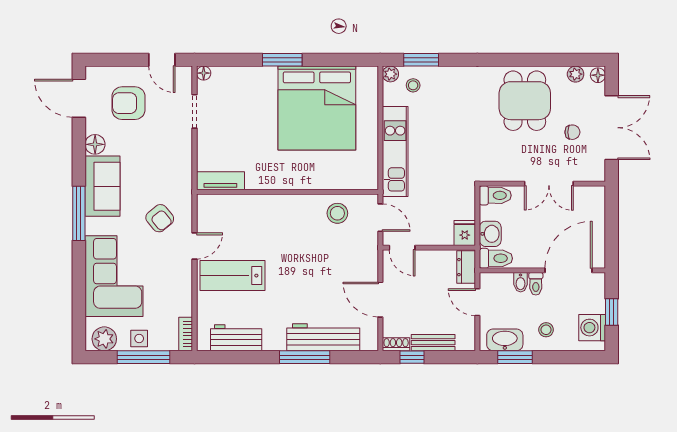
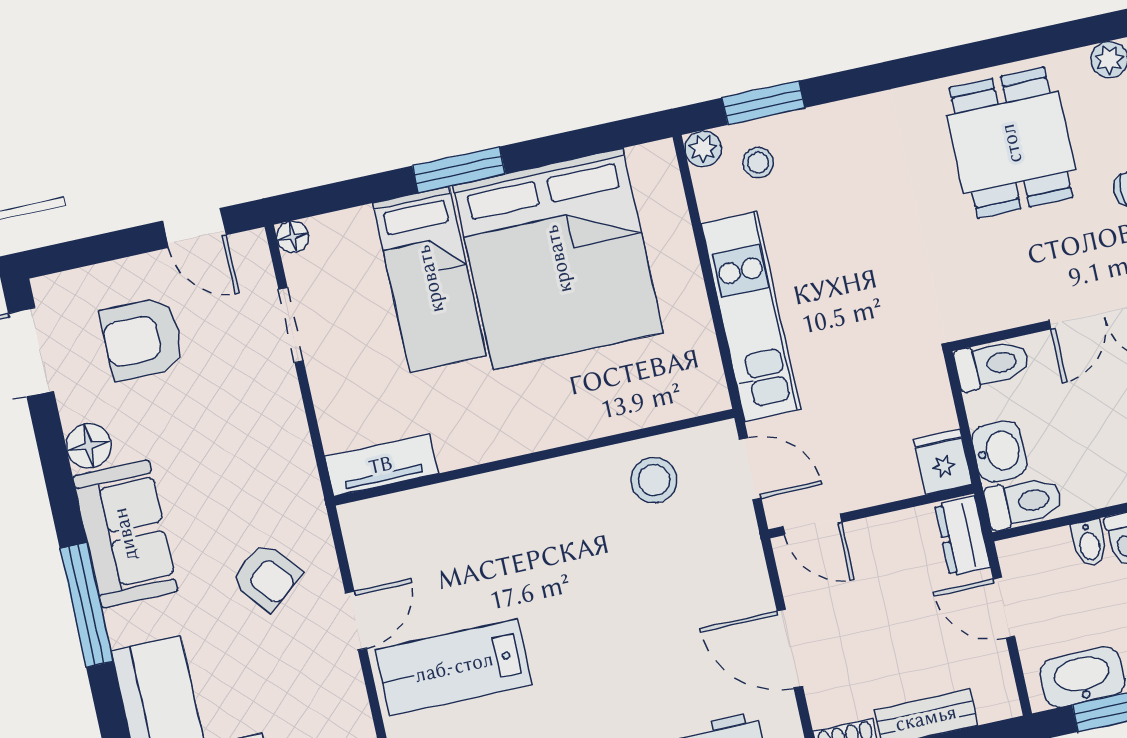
bed: (259, 105) -> (430, 279), added

